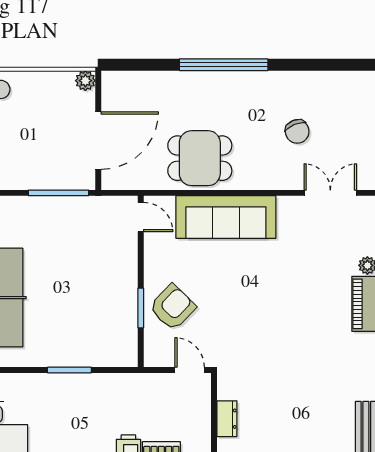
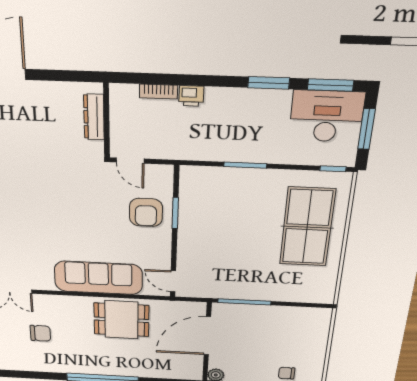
chair: (297, 131) -> (40, 333), turned 112
armchair: (172, 307) -> (146, 212), turned -44
dresser: (227, 419) -> (94, 117), width x1.44

